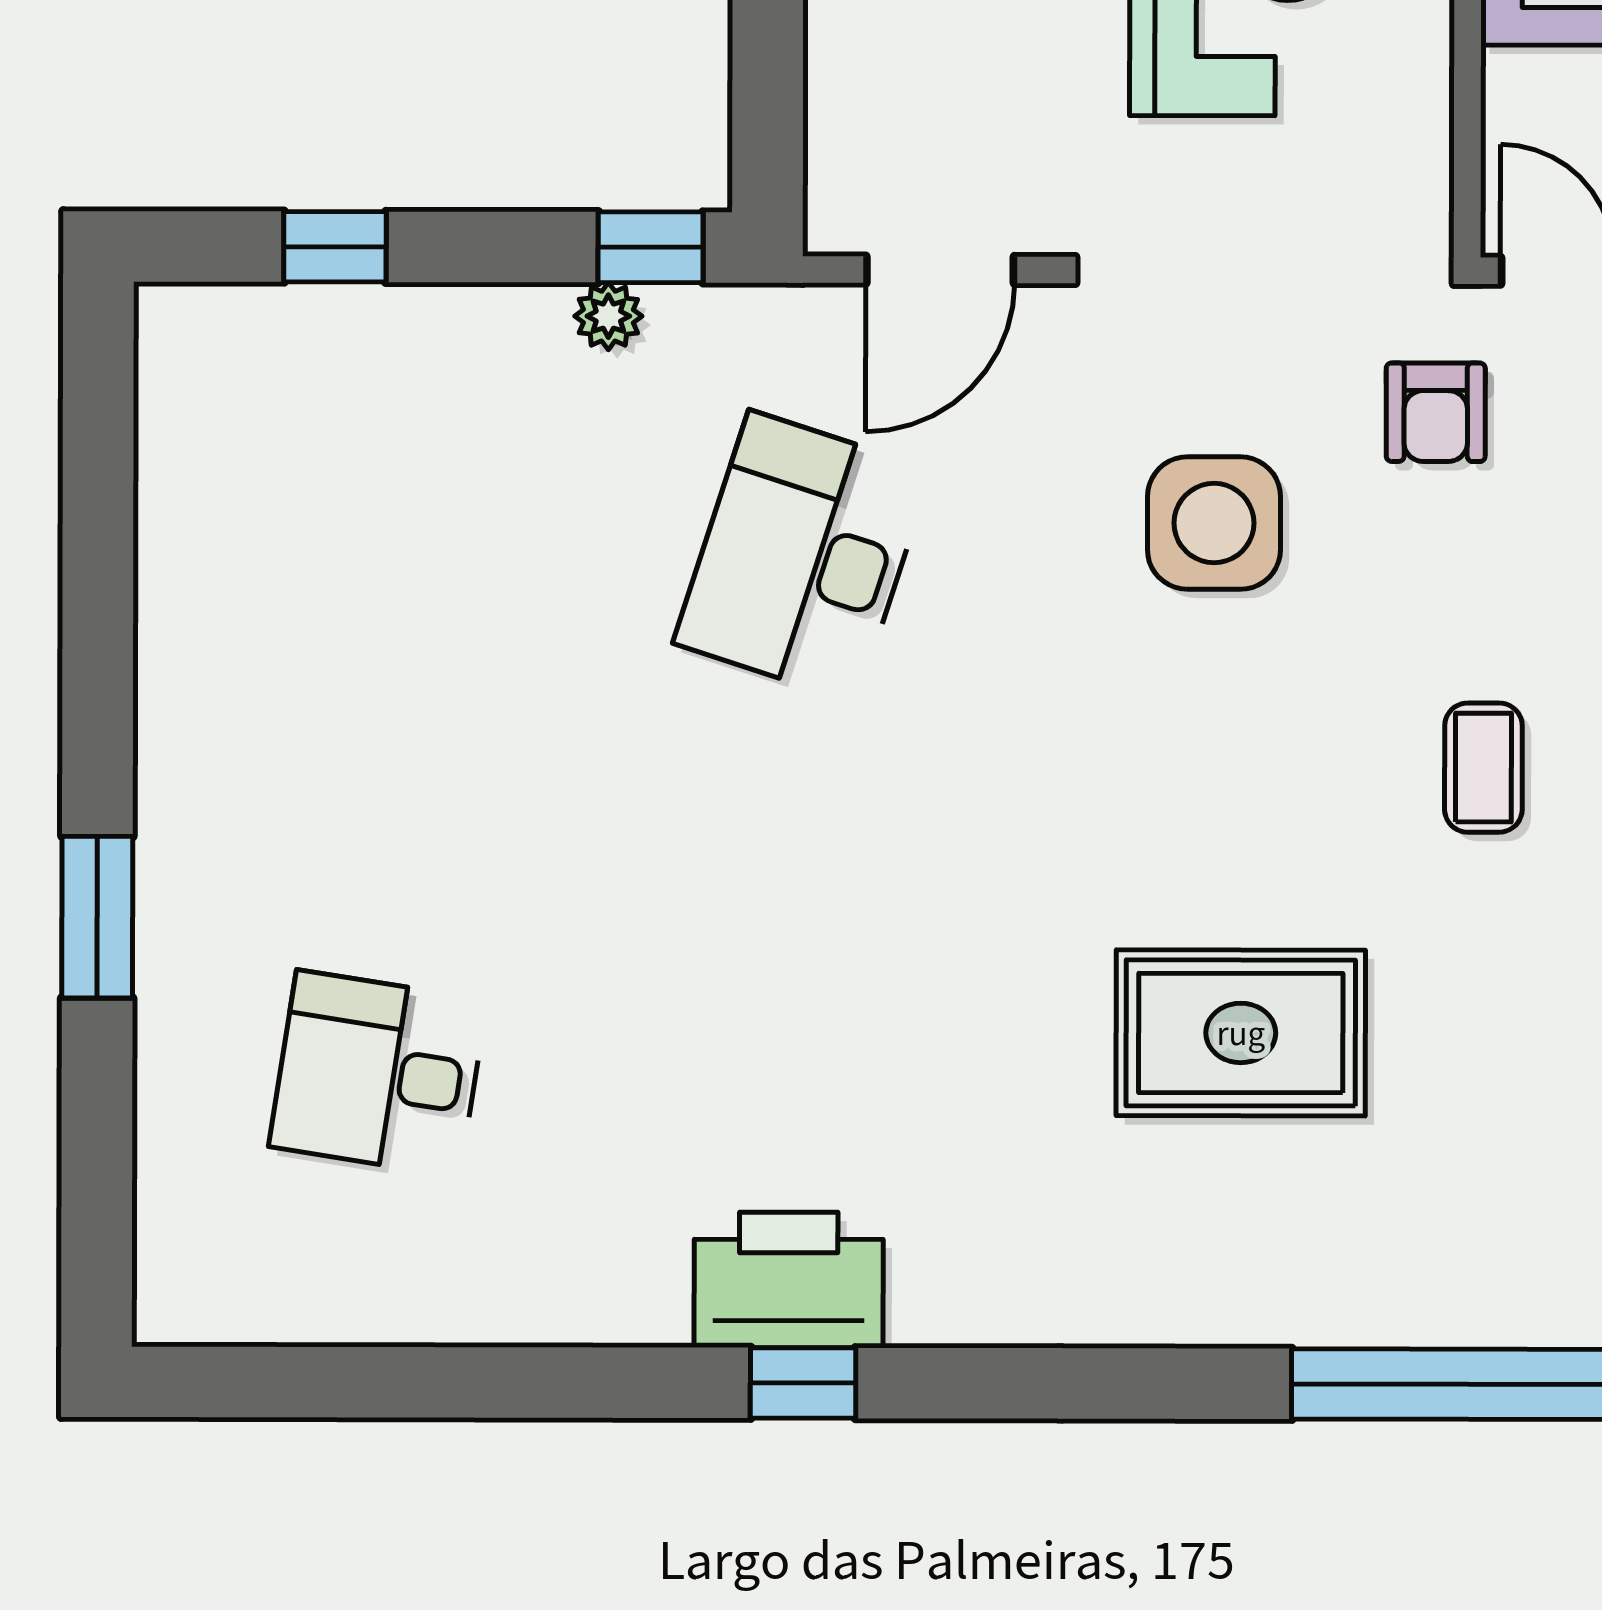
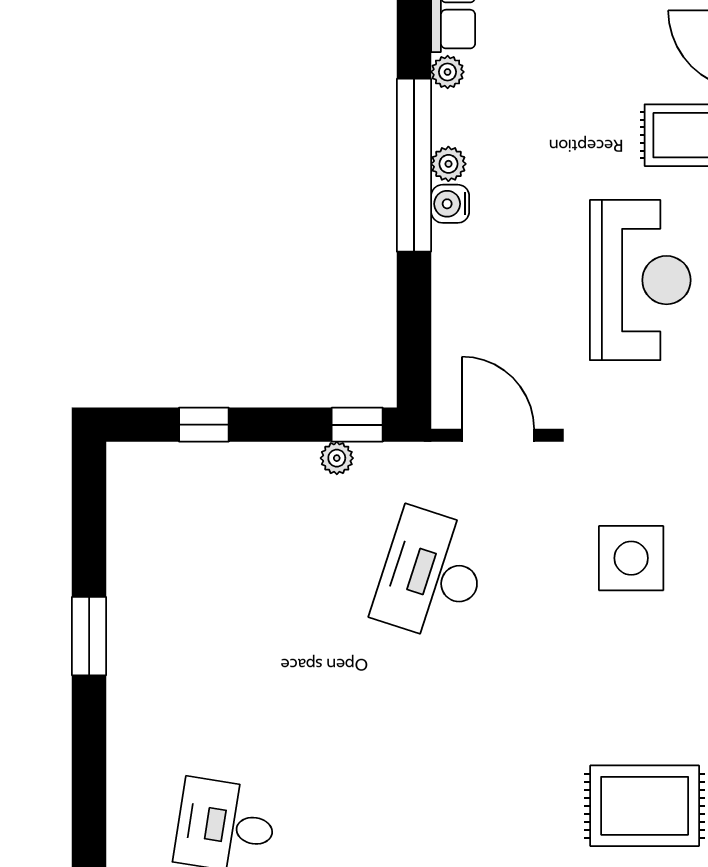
door: (940, 270) -> (498, 435), swing flipped
window: (97, 917) -> (89, 636), moved

